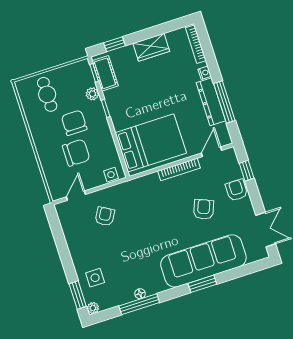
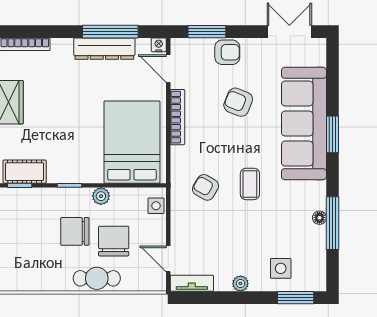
nightstand: (205, 73) -> (159, 45), moved
cafe table: (47, 94) -> (97, 278), moved
plant: (92, 94) -> (101, 196), moved
window: (247, 171) -> (207, 32), width x1.50
armchair: (237, 190) -> (227, 52), turned 180
armchair: (105, 216) -> (206, 187), moved
tv unit: (64, 218) -> (192, 283), added
coffee table: (148, 236) -> (250, 184), added
plant: (93, 308) -> (240, 284), moved

